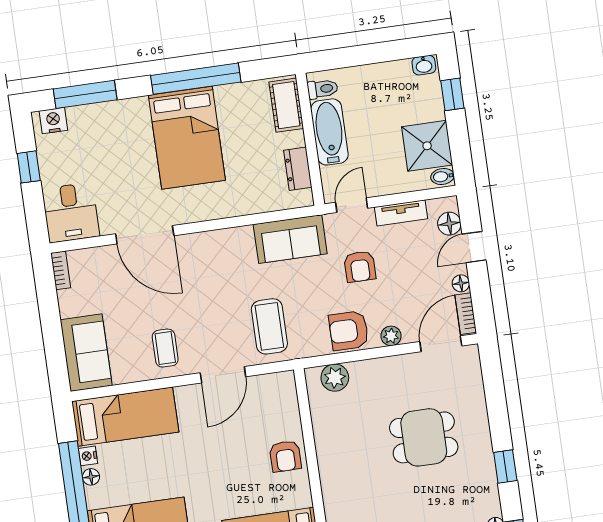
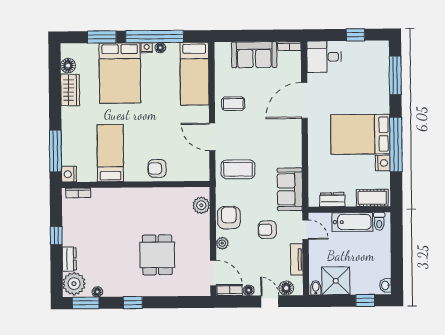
nightstand: (53, 121) -> (383, 163), moved
sofa: (86, 353) -> (254, 55), moved
nightstand: (88, 456) -> (147, 48), moved

